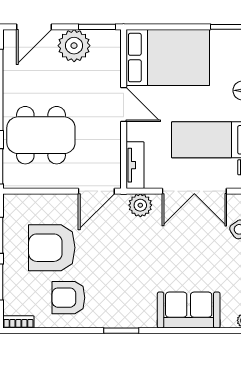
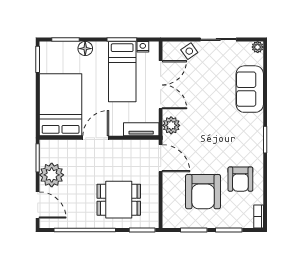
dining table: (41, 135) -> (119, 200), width x0.73

